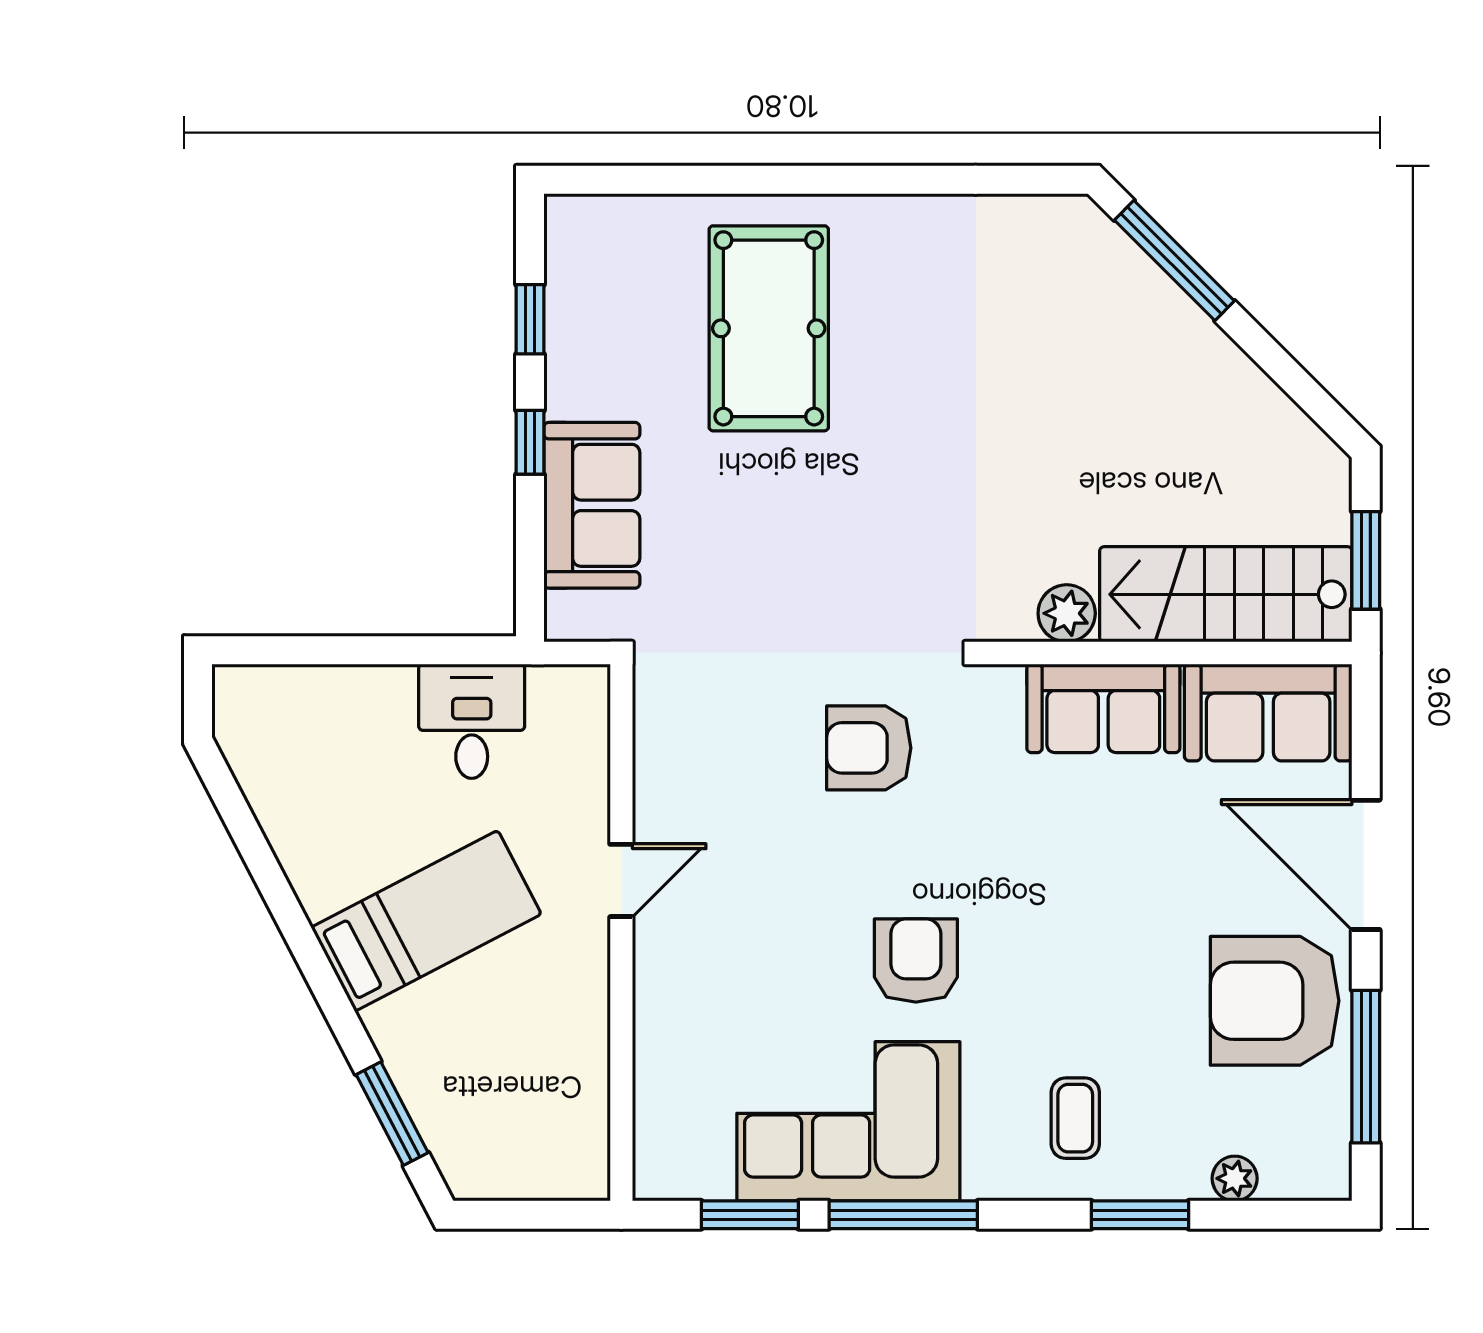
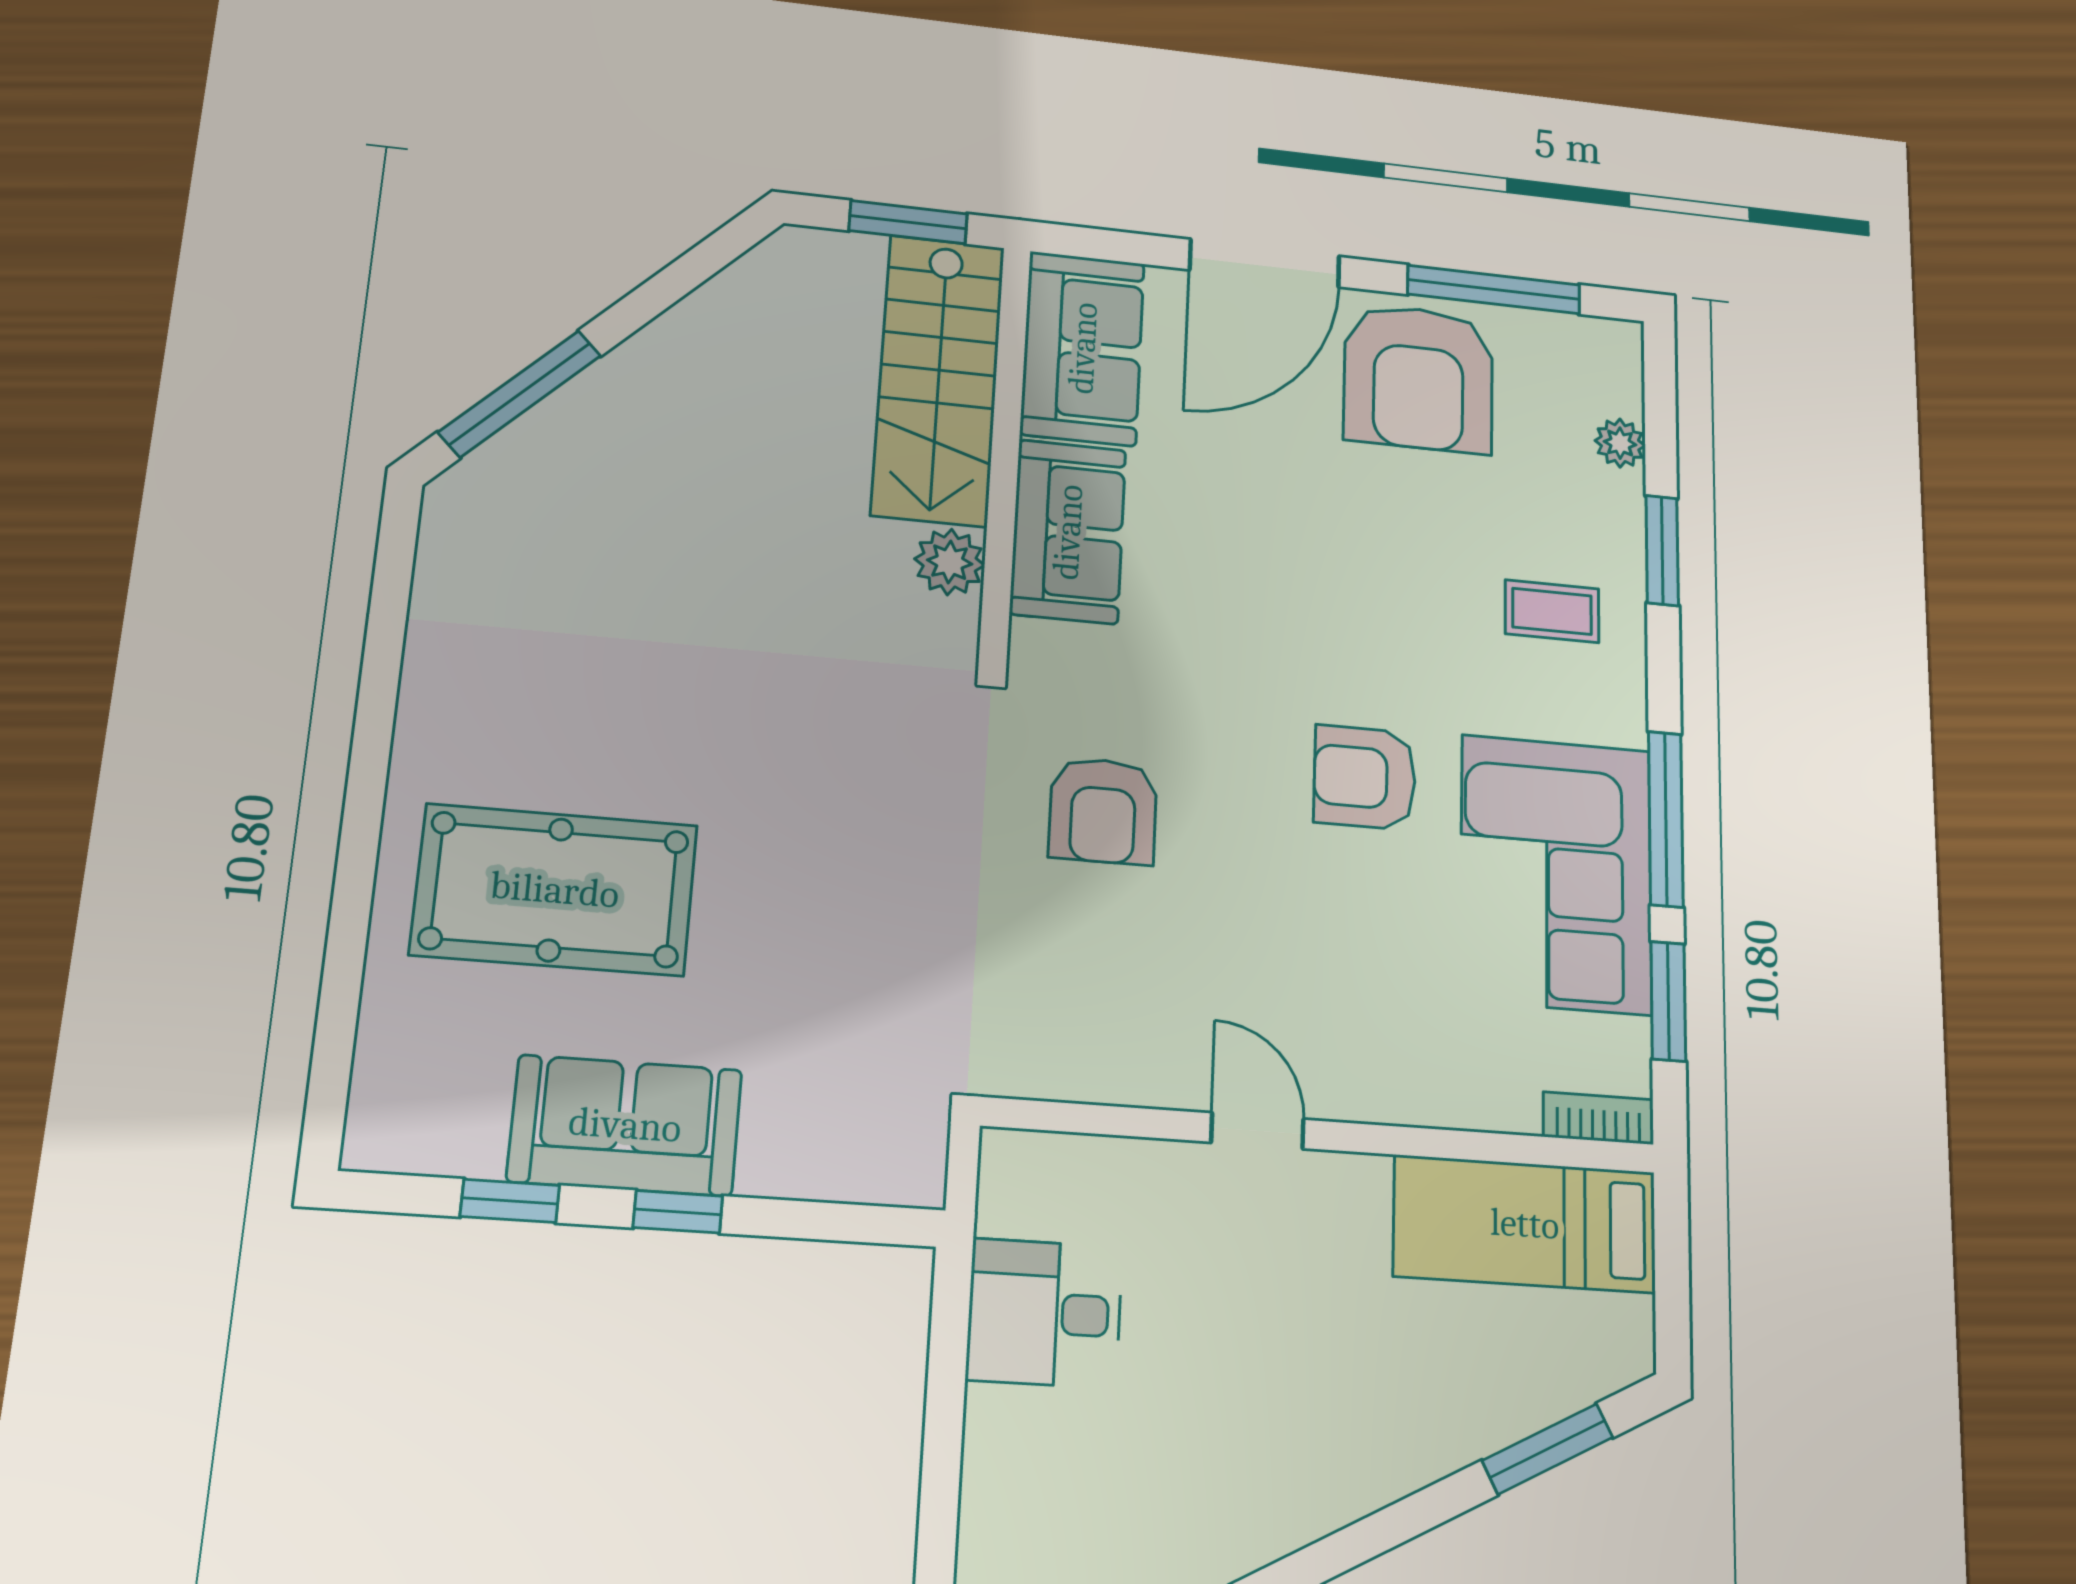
sofa: (592, 505) -> (625, 1125), moved
bed: (426, 921) -> (1525, 1224), moved, turned -63
bookcase: (651, 1156) -> (1598, 1118), added

